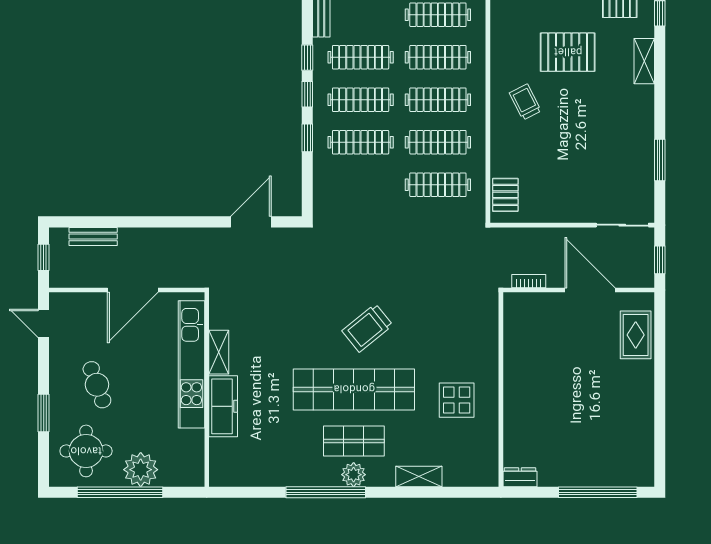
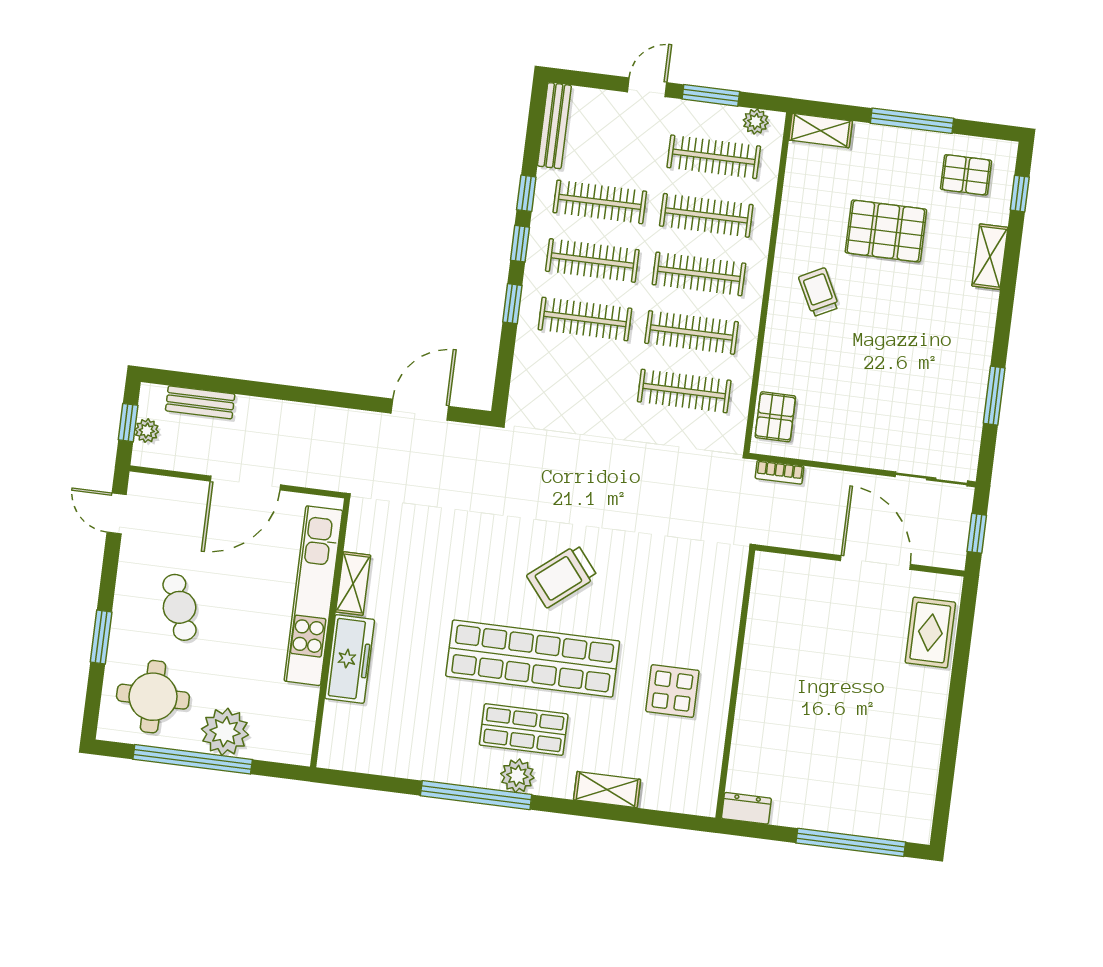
plant: (58, 261) -> (147, 431), added
bookcase: (529, 281) -> (780, 472), moved, turned 180

